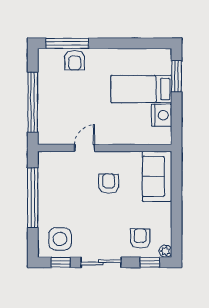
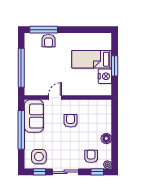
window: (177, 76) -> (115, 66), moved
sofa: (157, 176) -> (34, 116), moved, turned 180
floor lamp: (164, 211) -> (106, 138), added

